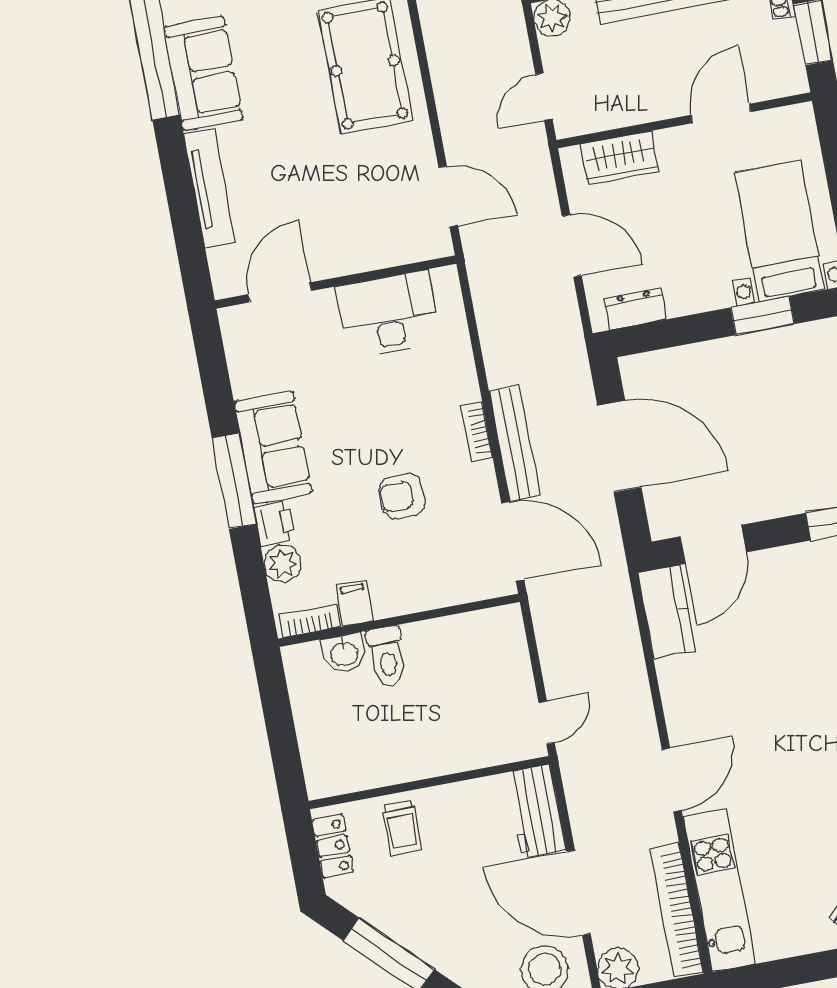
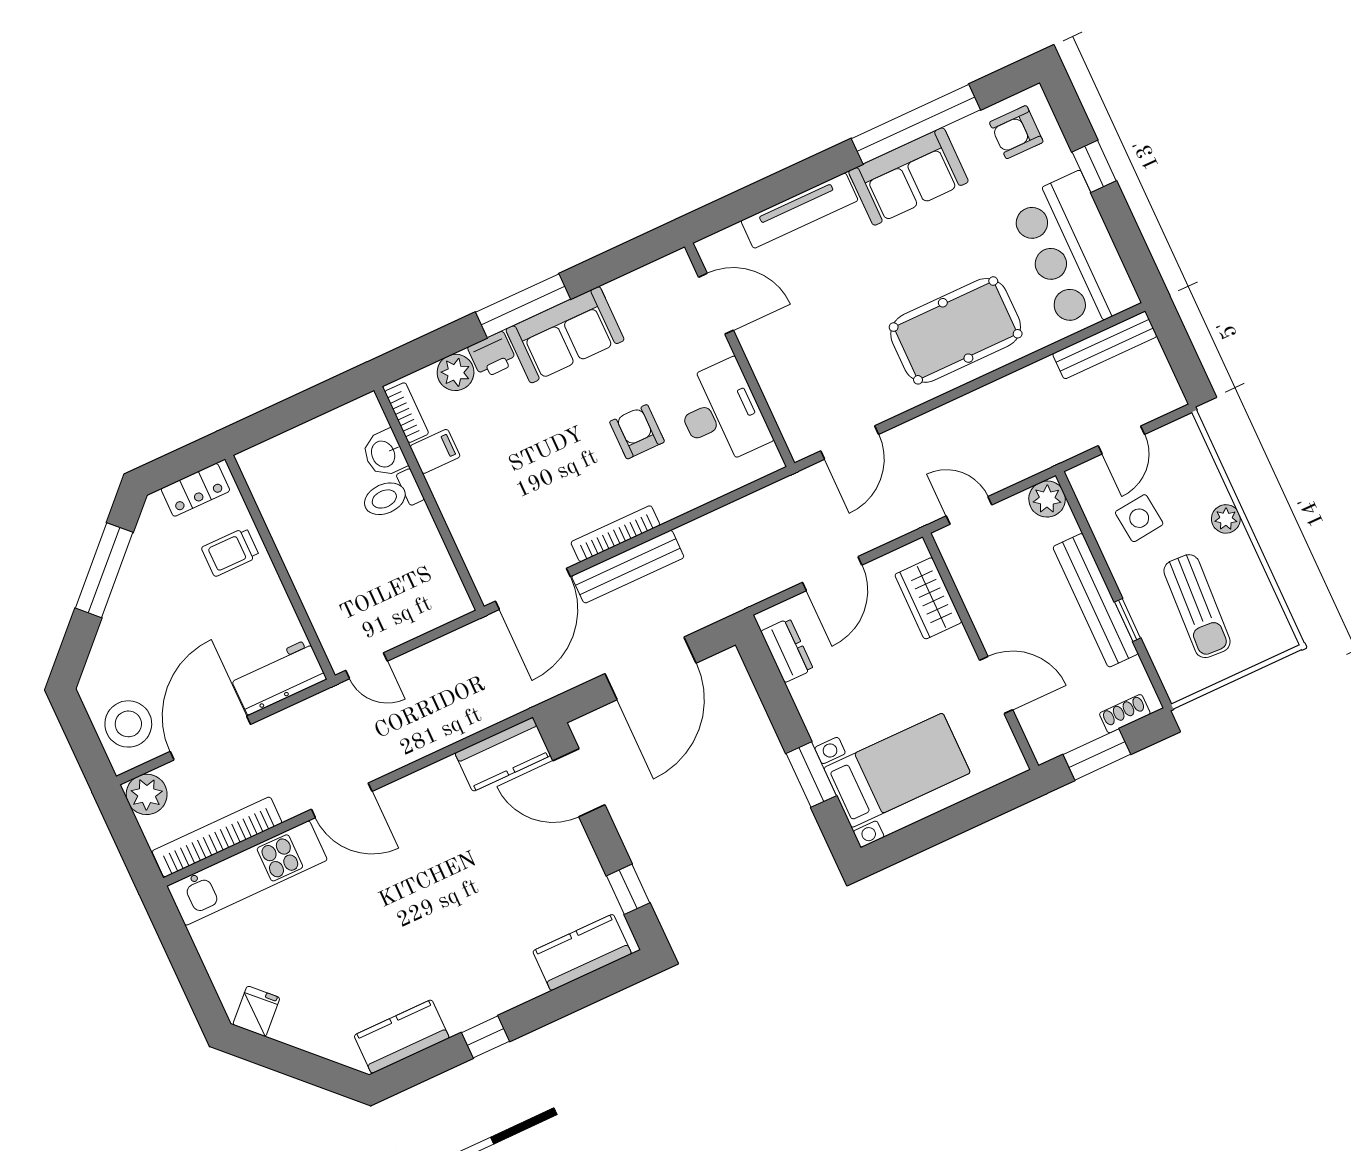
bookcase: (476, 432) -> (615, 534), width x1.56
armchair: (402, 496) -> (637, 432), moved

